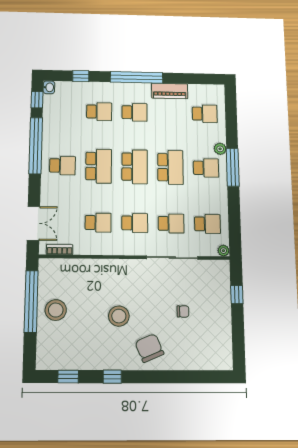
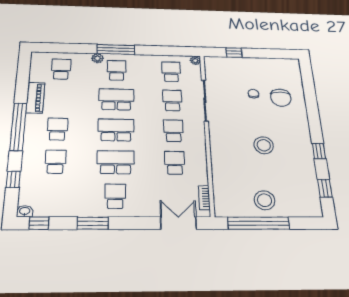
window: (36, 146) -> (93, 223), width x0.47
chair: (149, 348) -> (281, 98), moved, turned -67

